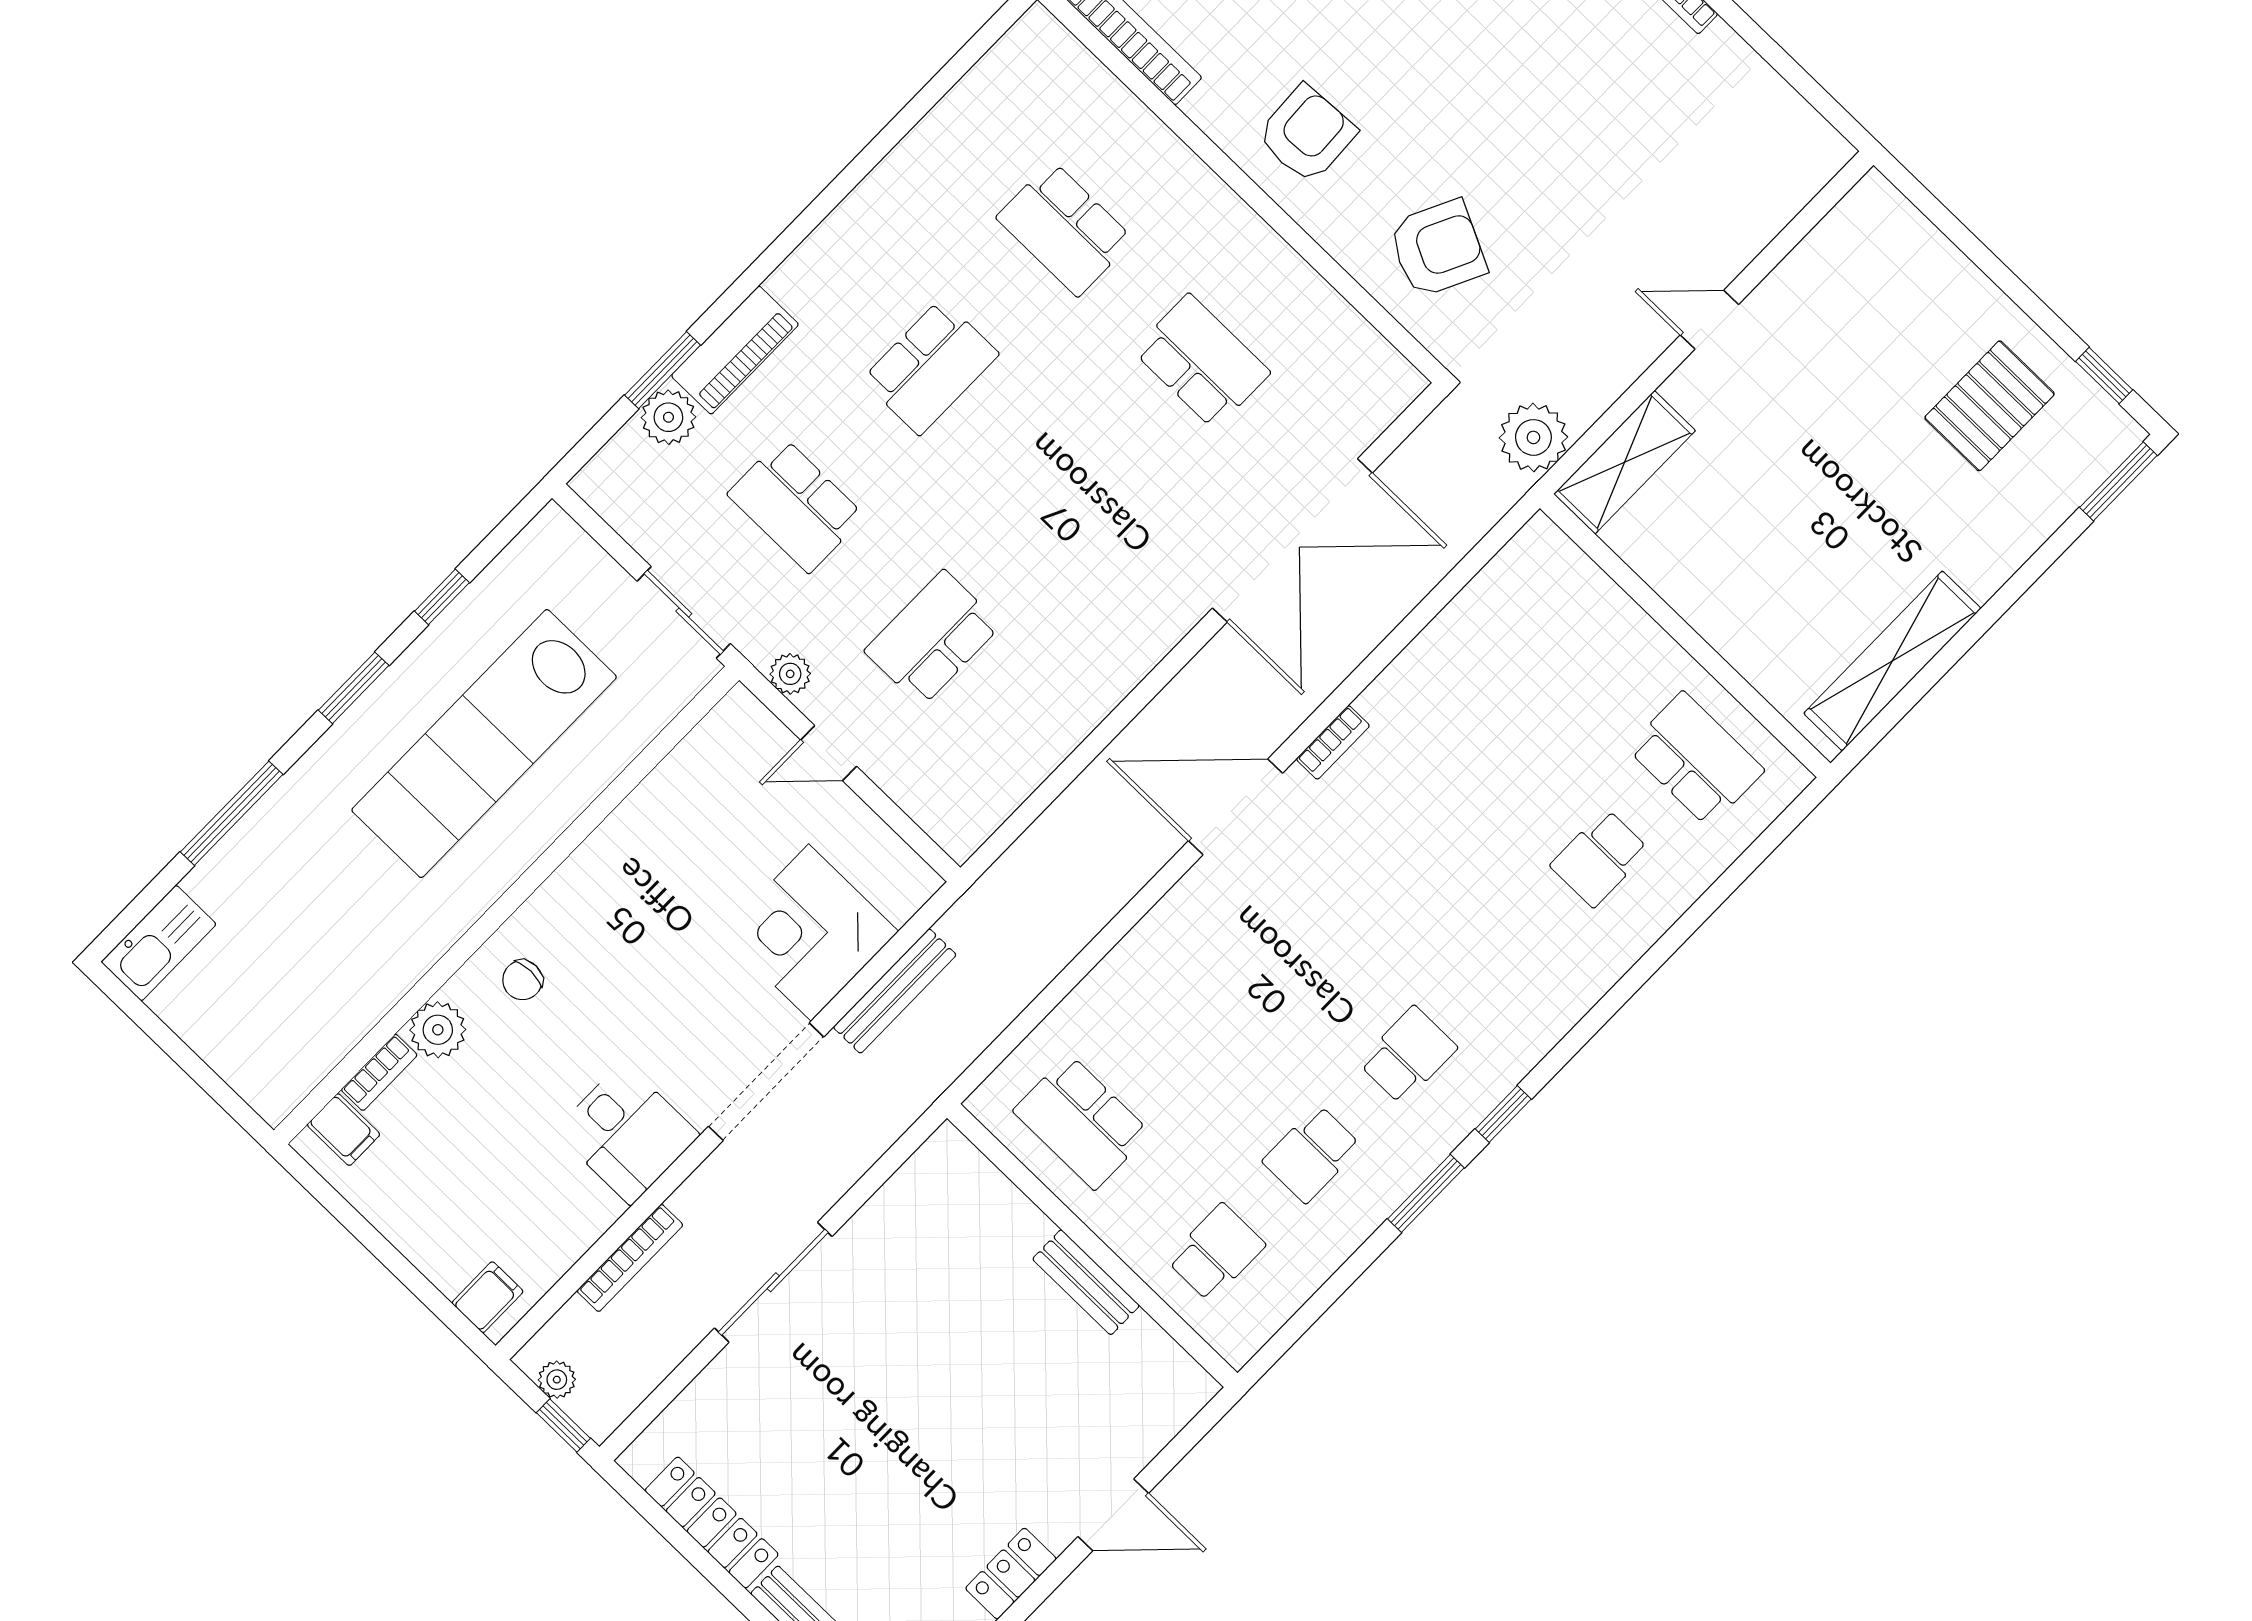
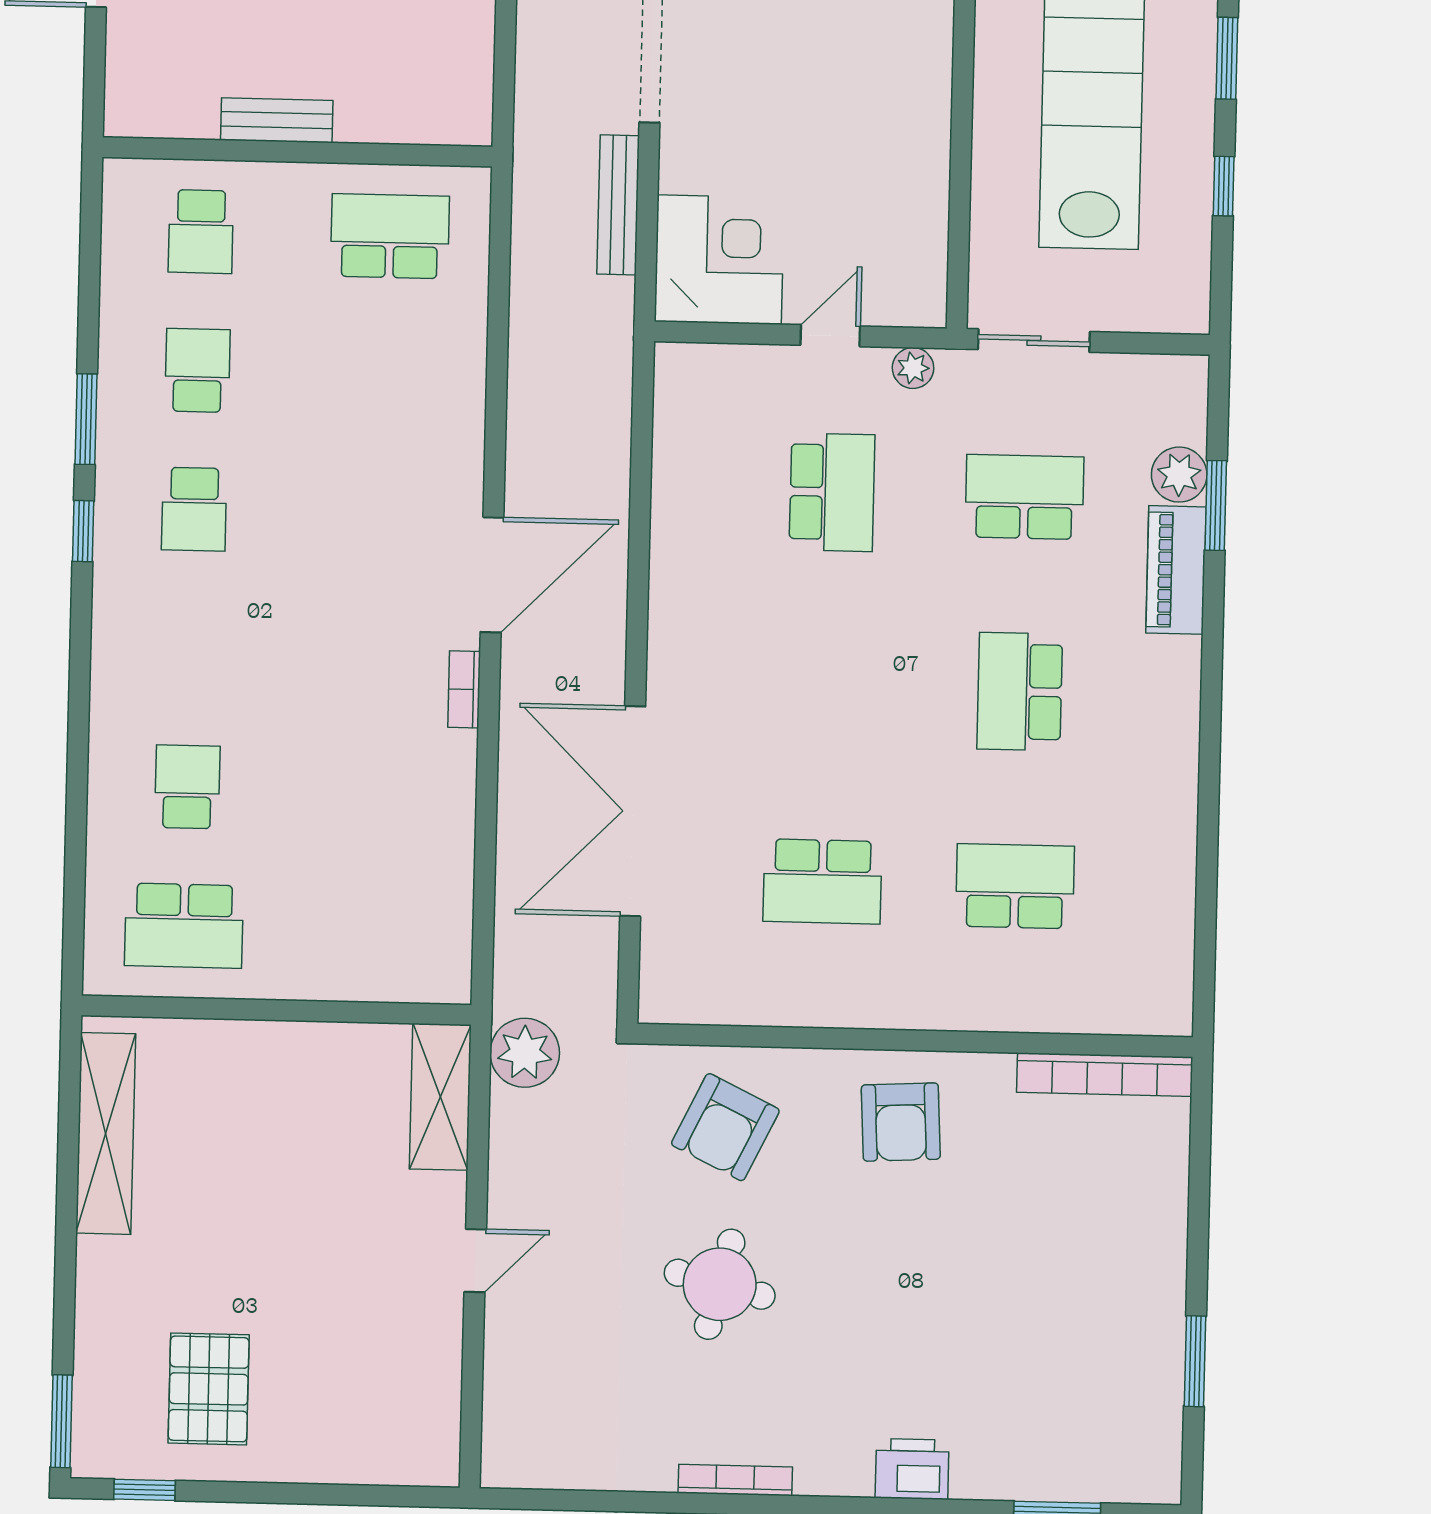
round table: (1548, 138) -> (720, 1284), added
corner desk: (810, 933) -> (719, 260), moved

